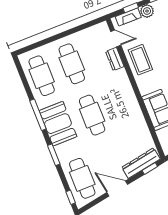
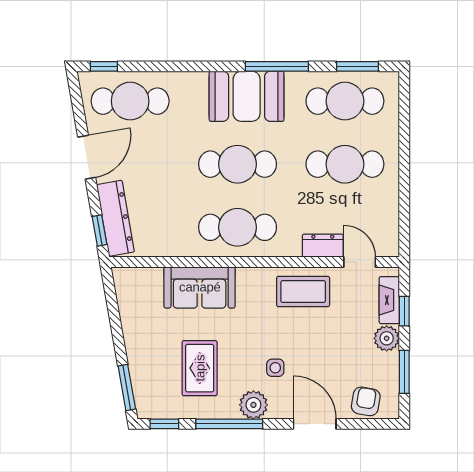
door: (116, 38) -> (360, 262), swing flipped
cafe table: (122, 103) -> (238, 227), added
window: (54, 155) -> (358, 66), moved

